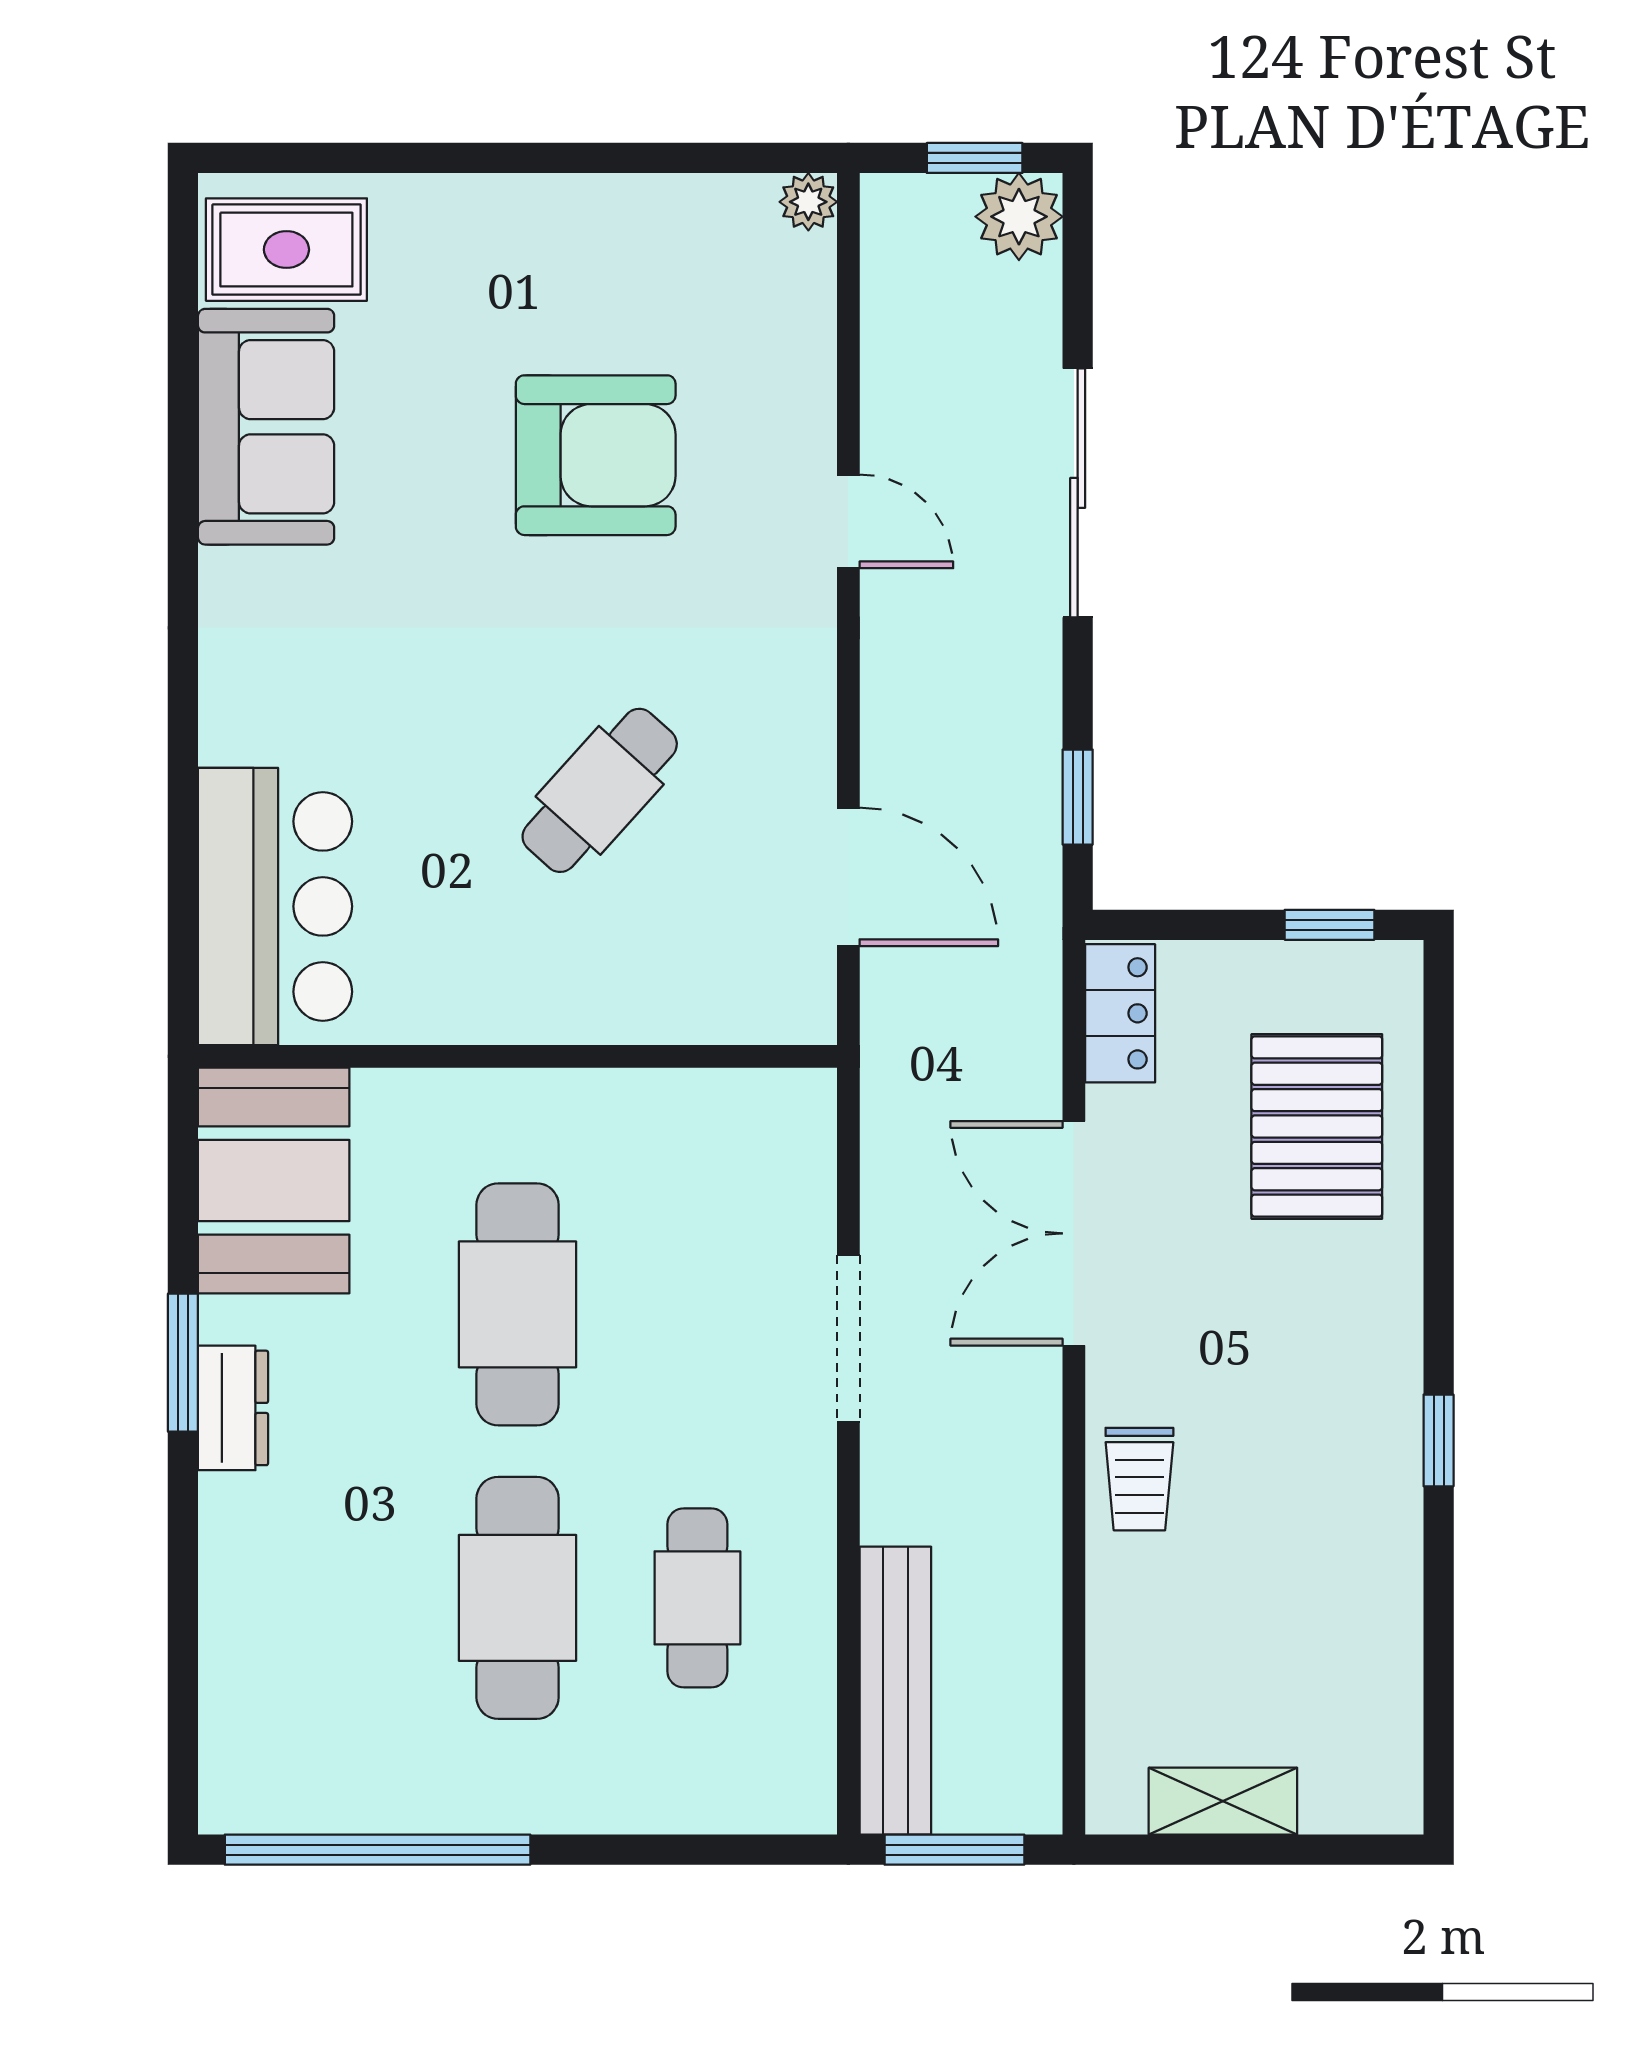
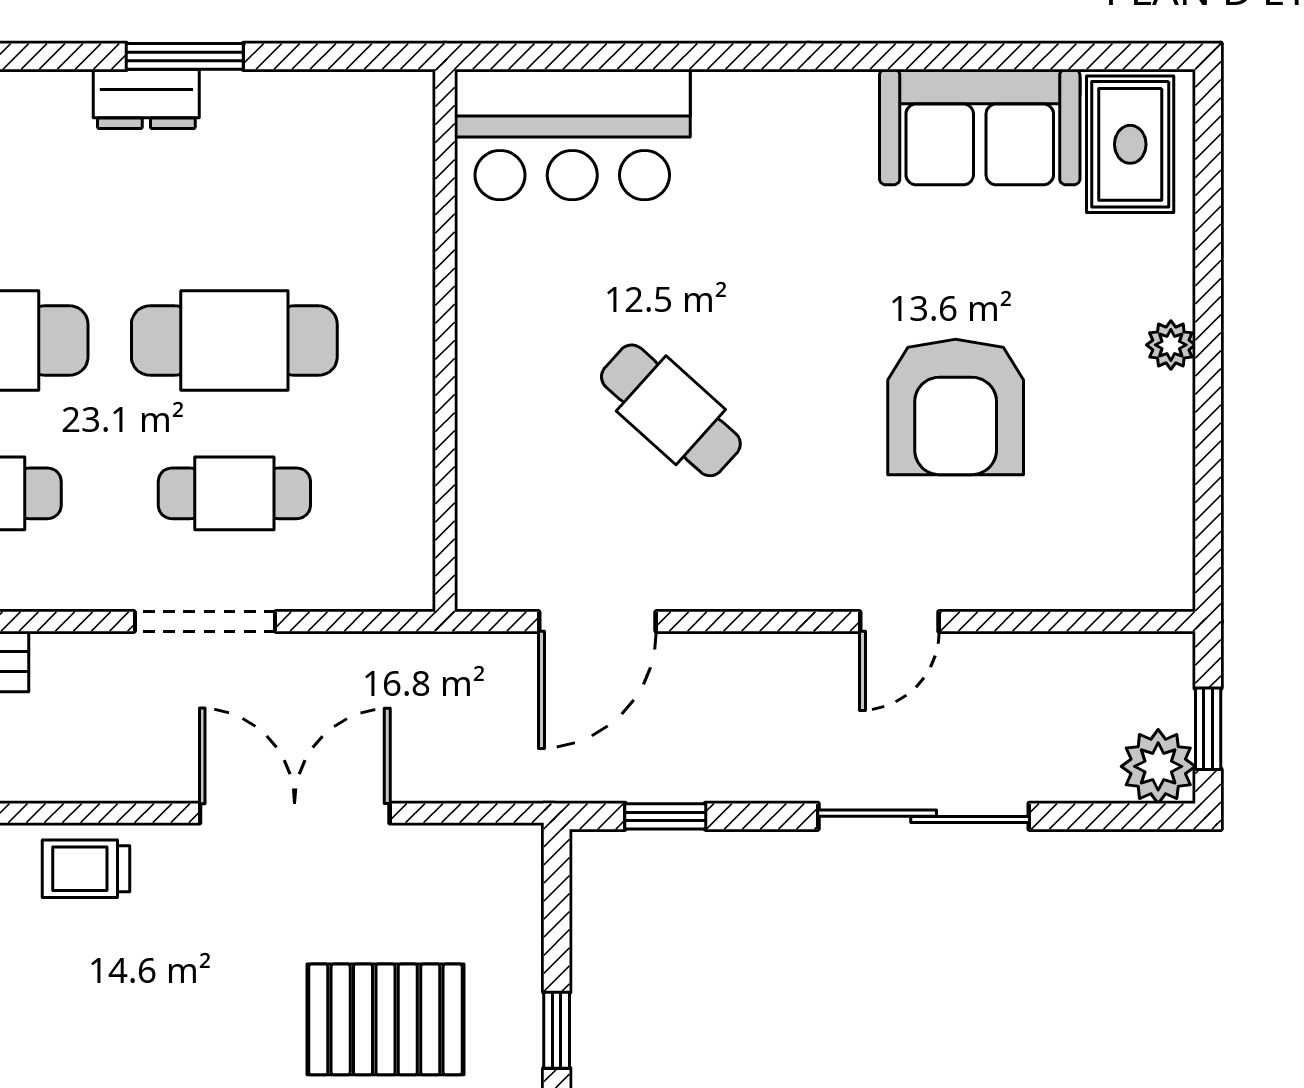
plant: (808, 202) -> (1171, 345), moved
locker: (1120, 1013) -> (482, 852), removed
booth: (274, 1181) -> (340, 133), removed
cafe table: (697, 1304) -> (234, 493), added

